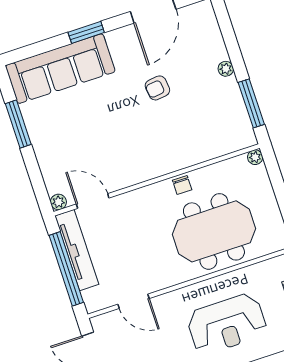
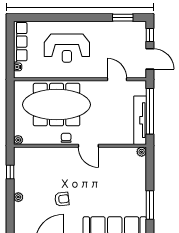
window: (251, 103) -> (10, 172), width x0.46
door: (93, 201) -> (88, 146), moved
meeting table: (214, 231) -> (57, 105), width x1.36
reception desk: (227, 324) -> (67, 48), turned 180

